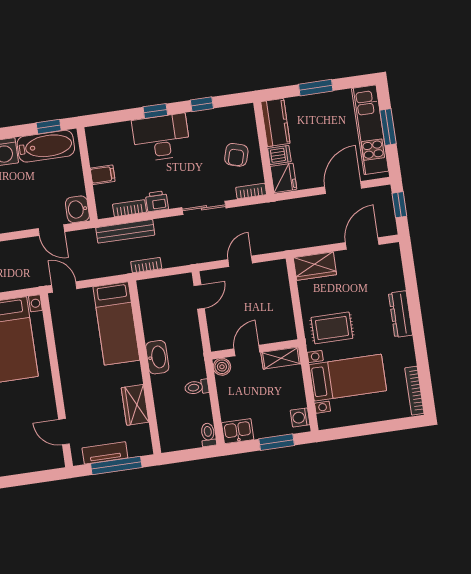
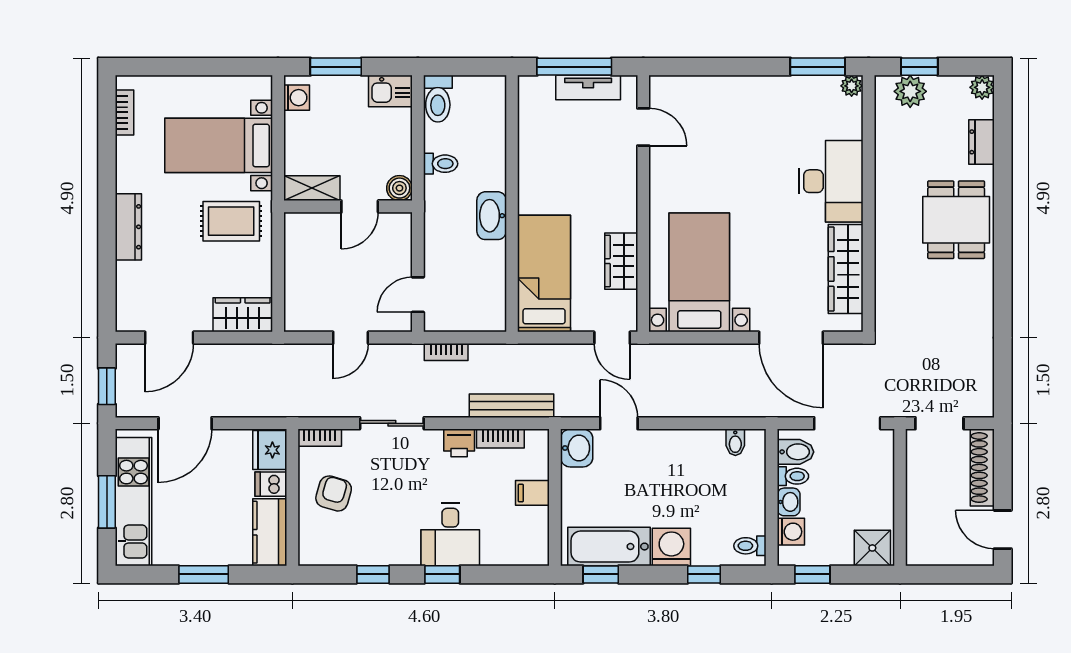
desk: (161, 138) -> (450, 535), width x0.73
bookcase: (146, 265) -> (446, 352), moved
bookcase: (414, 391) -> (124, 112), width x0.64
wardrobe: (135, 405) -> (621, 261), moved, turned 180
toilet: (208, 435) -> (438, 99), width x1.37, depth x1.39

